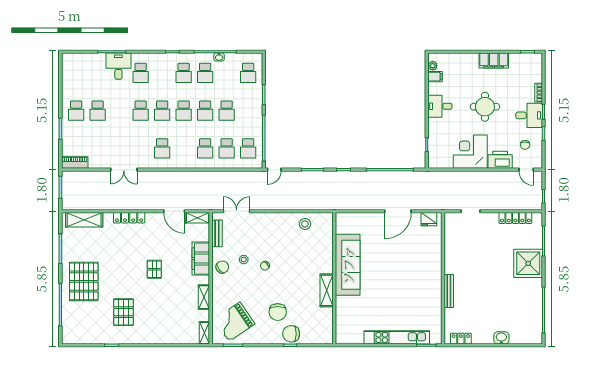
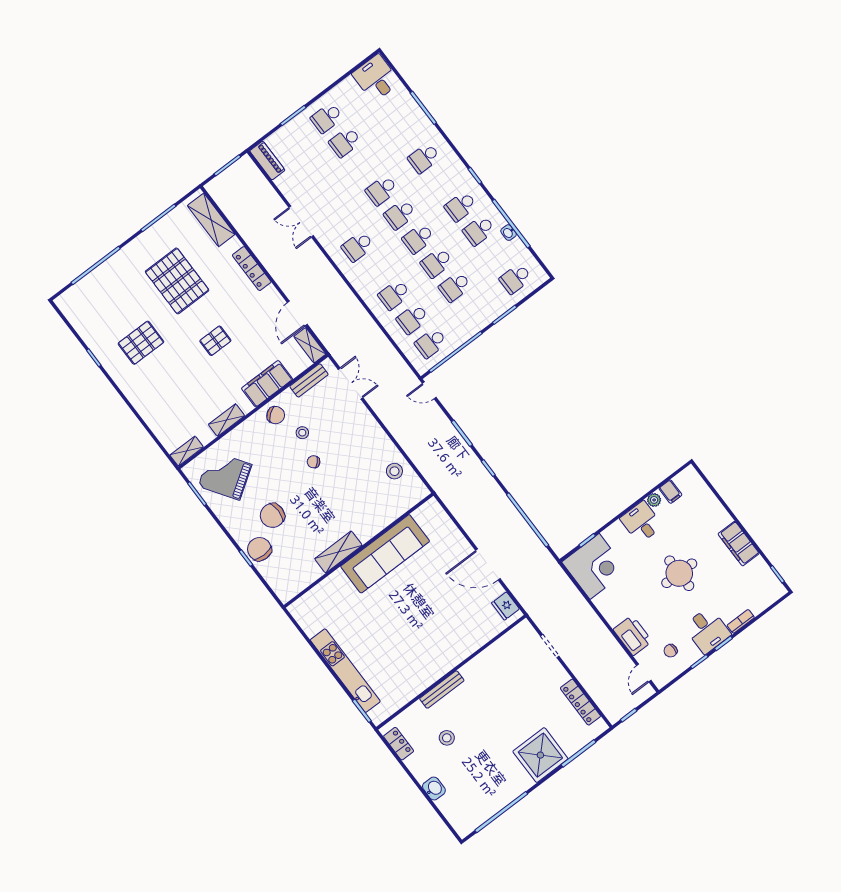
desk: (118, 66) -> (376, 78), moved, turned -90
plant: (433, 66) -> (654, 500), moved
corner desk: (470, 152) -> (595, 566), moved, turned 90
pallet: (84, 281) -> (177, 281), moved, turned 90
stool: (478, 309) -> (447, 738), added

